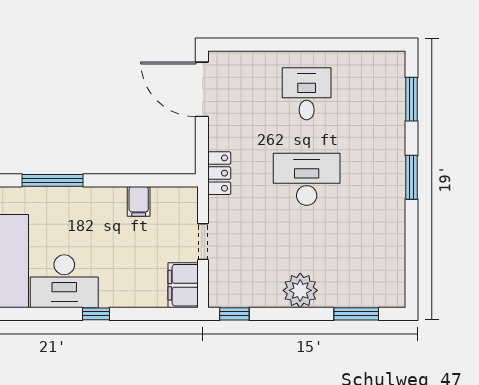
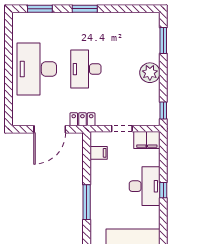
door: (202, 89) -> (50, 129), moved
desk: (307, 94) -> (37, 69), width x1.87, depth x1.30
window: (53, 180) -> (87, 202), moved
filing cabinet: (139, 201) -> (99, 153), moved
desk: (64, 281) -> (145, 186), moved

